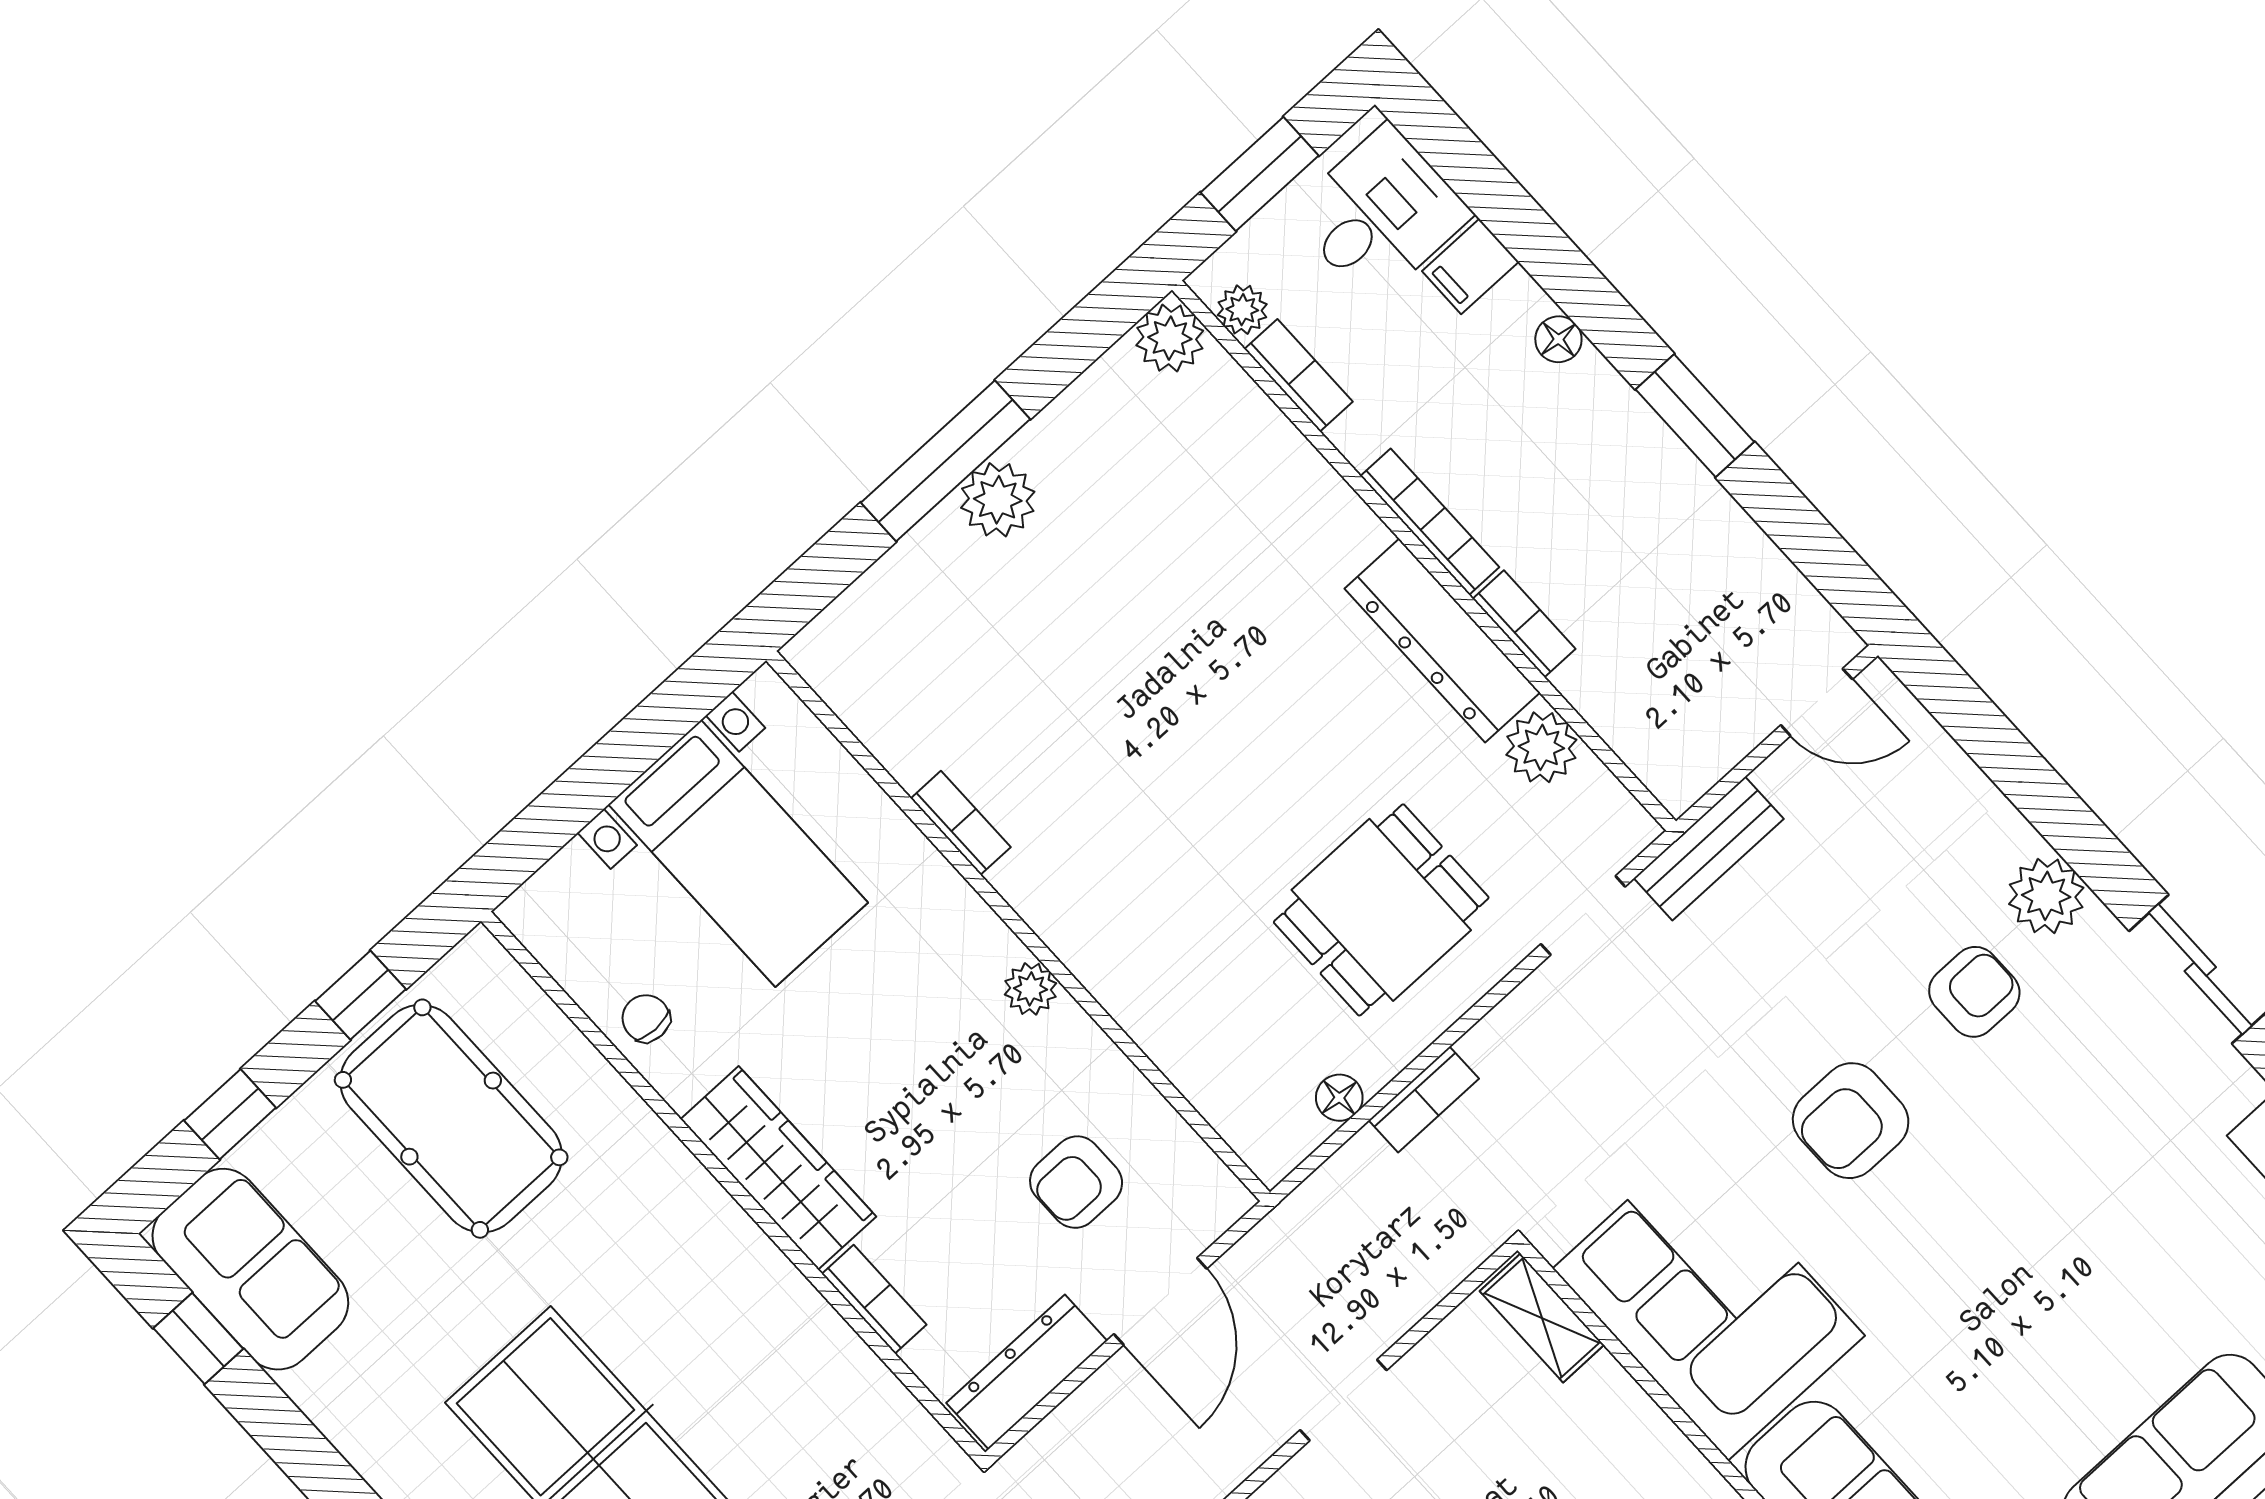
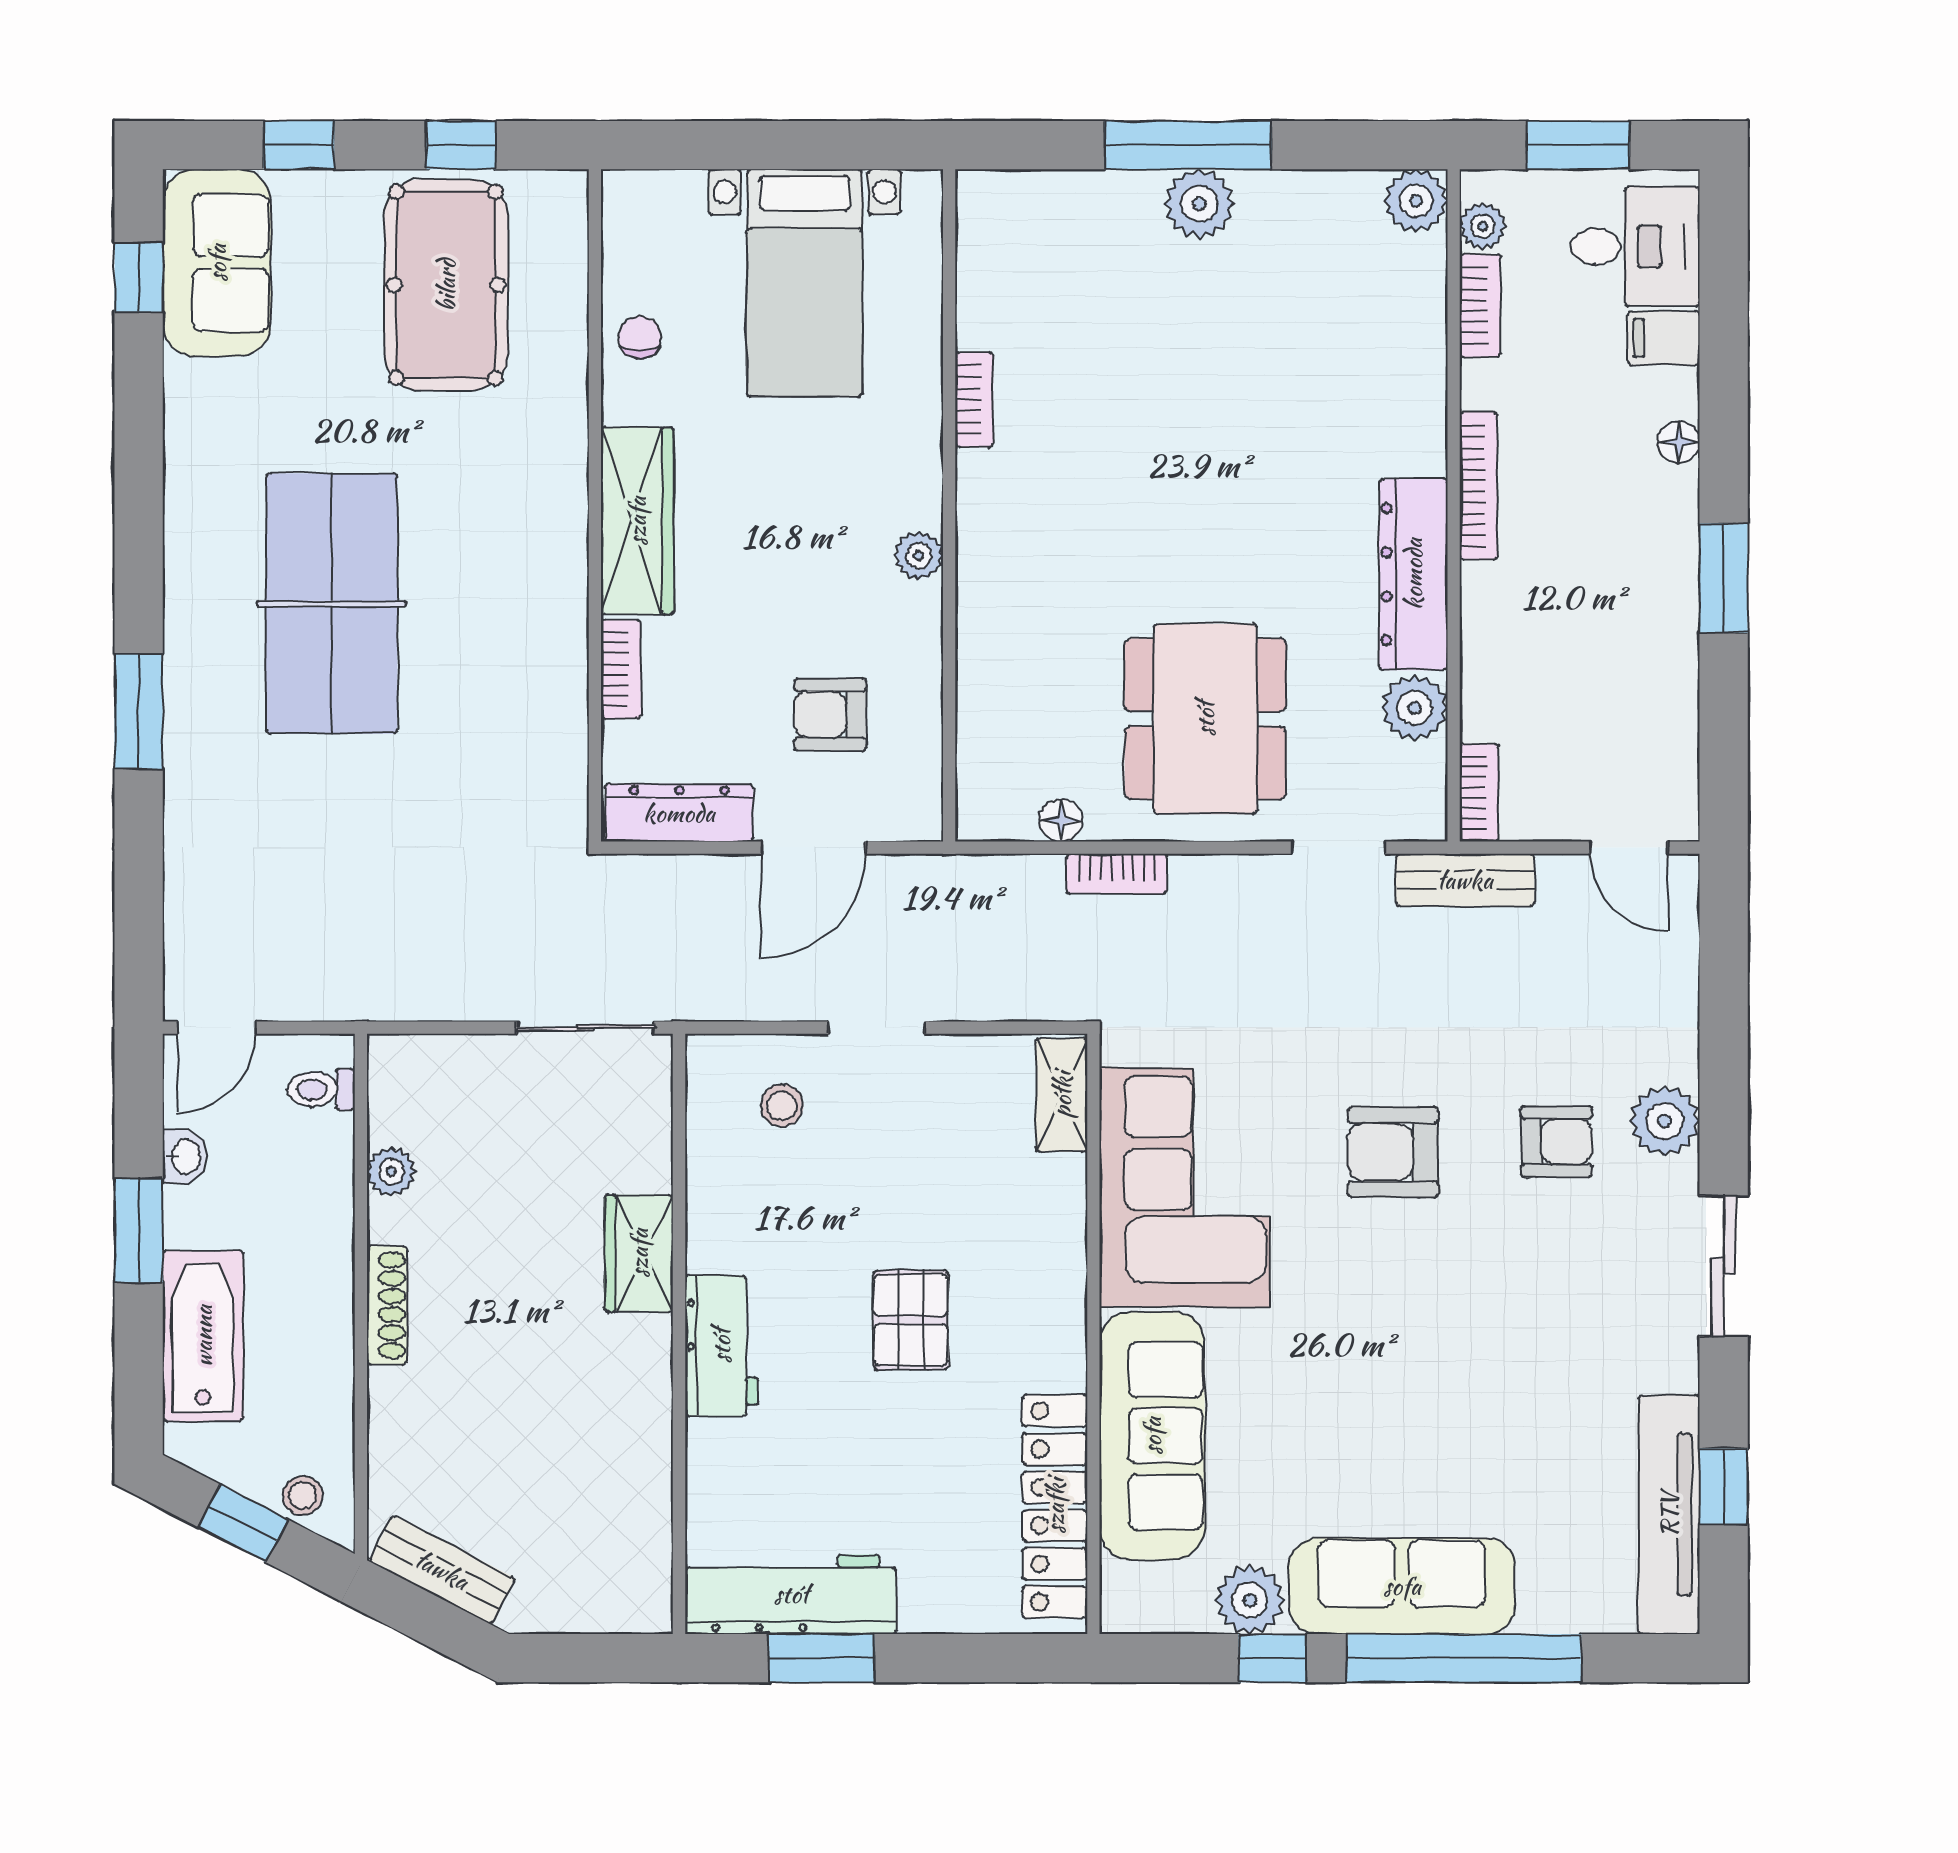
bookcase: (1524, 624) -> (1479, 793), moved
dining table: (1381, 910) -> (1205, 719), width x1.38

